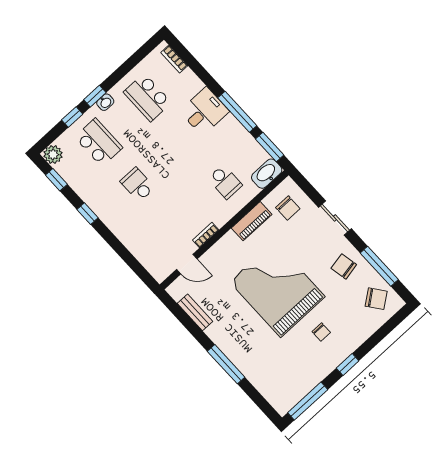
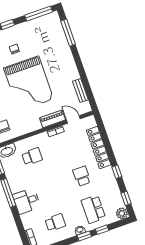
school desk: (147, 97) -> (55, 223), width x0.54
school desk: (225, 182) -> (32, 156), turned 90
school desk: (137, 184) -> (82, 176), turned 180
piano: (252, 221) -> (52, 119), moved
locker: (131, 238) -> (99, 148), added
window: (226, 364) -> (68, 33), moved

